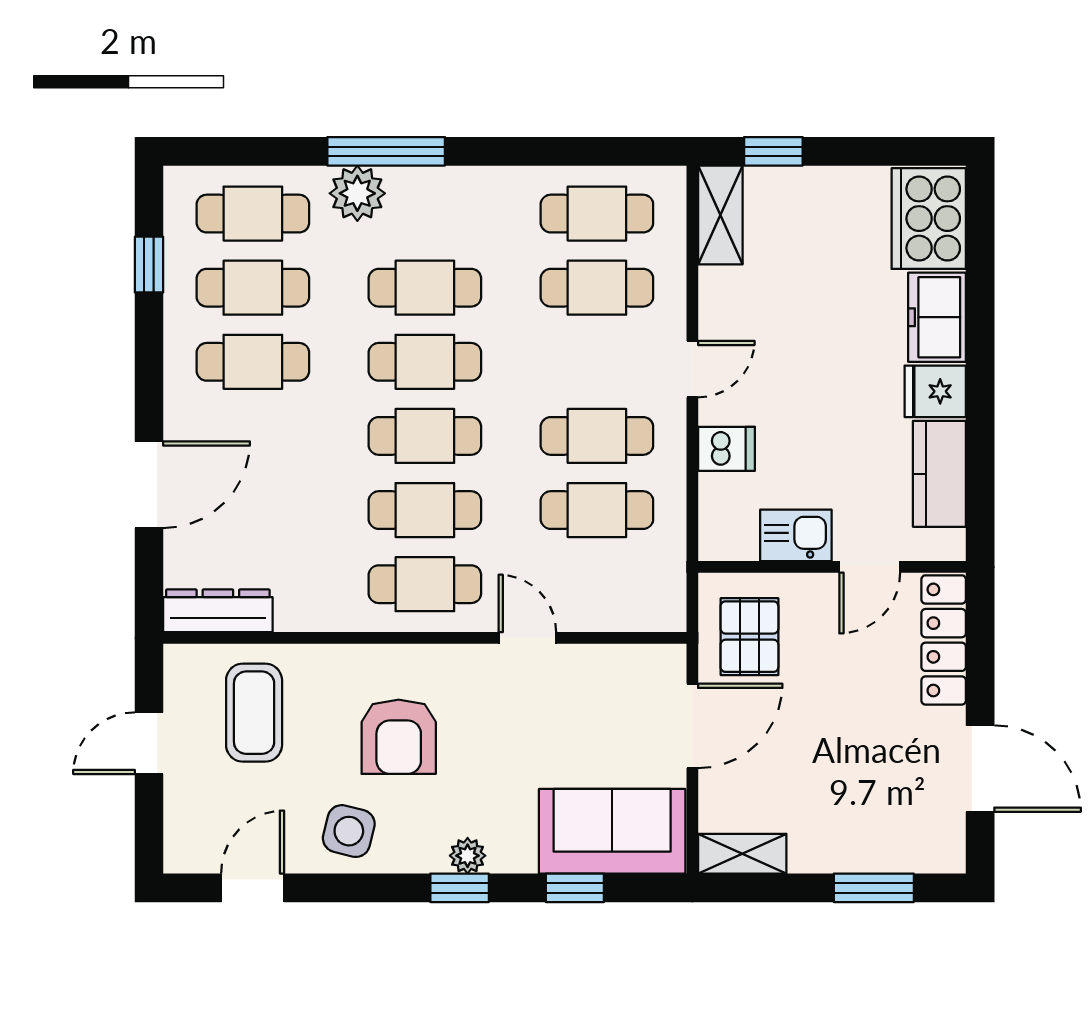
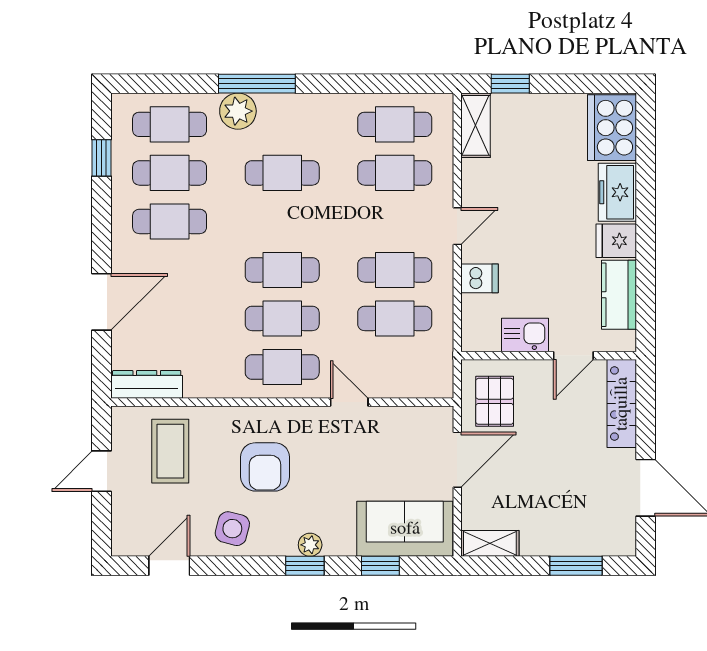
cafe table: (425, 362) -> (282, 221), removed

